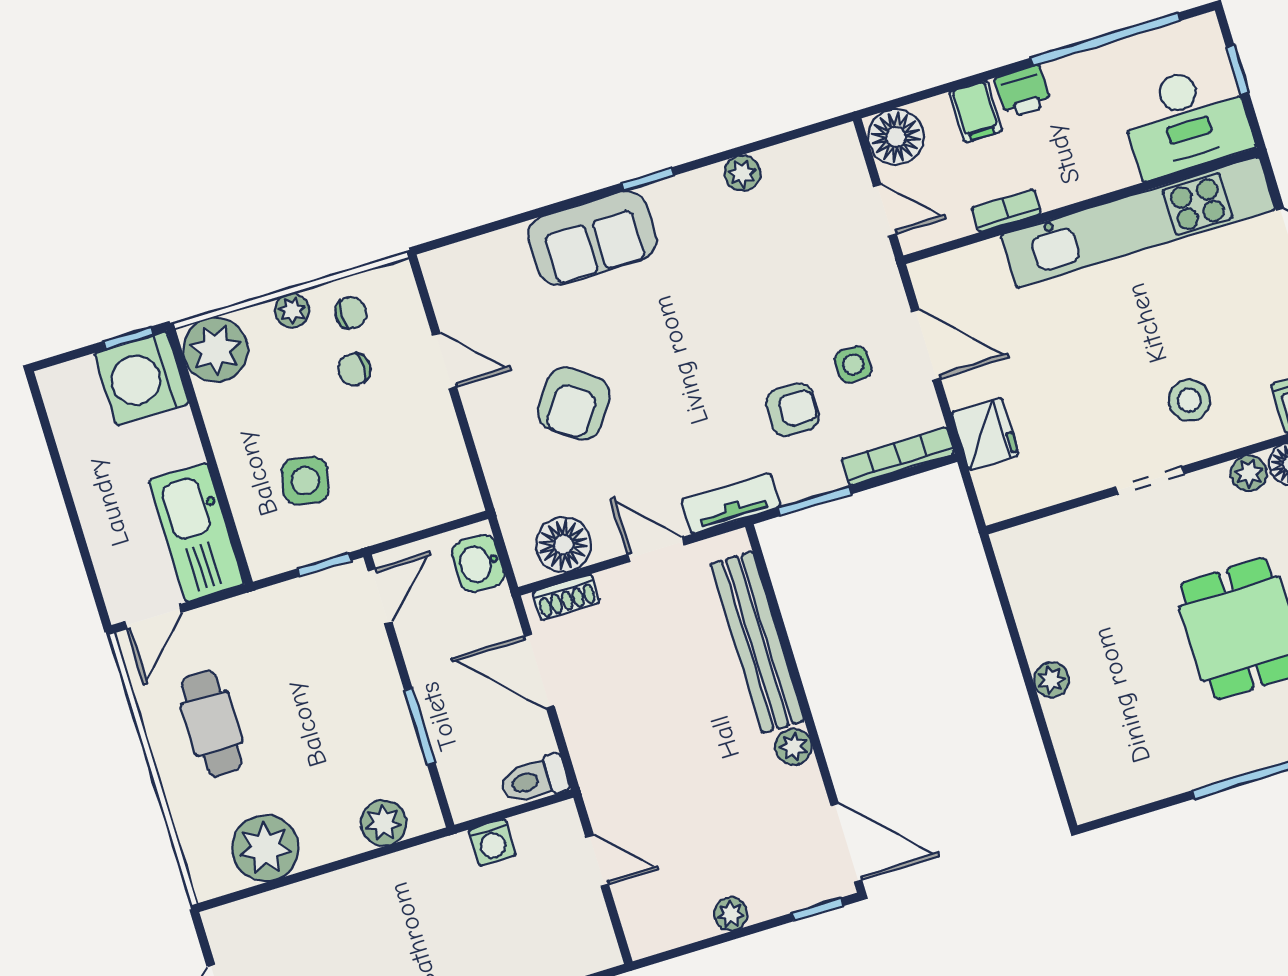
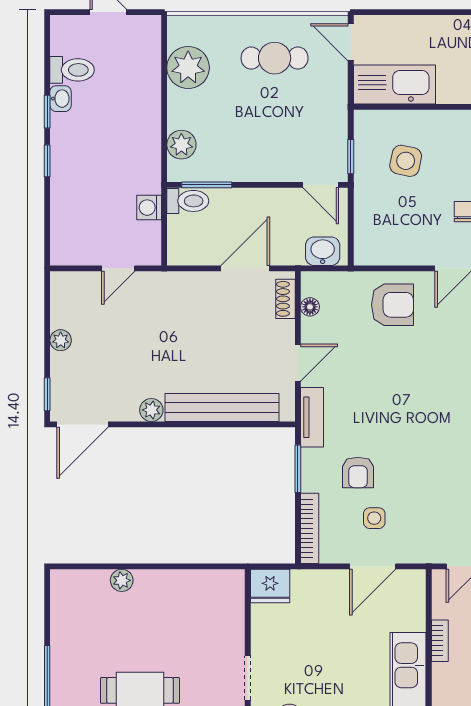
armchair: (574, 404) -> (392, 305), moved, turned 144
fridge: (985, 434) -> (270, 586), moved
floor lamp: (563, 545) -> (310, 307), width x0.53, depth x0.53
plant: (1051, 680) -> (122, 580), moved
window: (420, 726) -> (207, 185), moved
toilet: (534, 780) -> (188, 201), moved, turned 90

